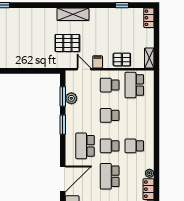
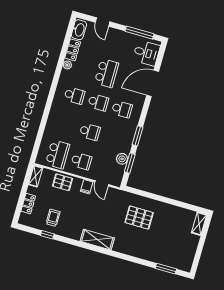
locker: (149, 18) -> (28, 204), moved
trolley: (121, 23) -> (53, 218), added
pallet: (67, 43) -> (139, 218), moved
school desk: (85, 146) -> (122, 109), width x0.54

